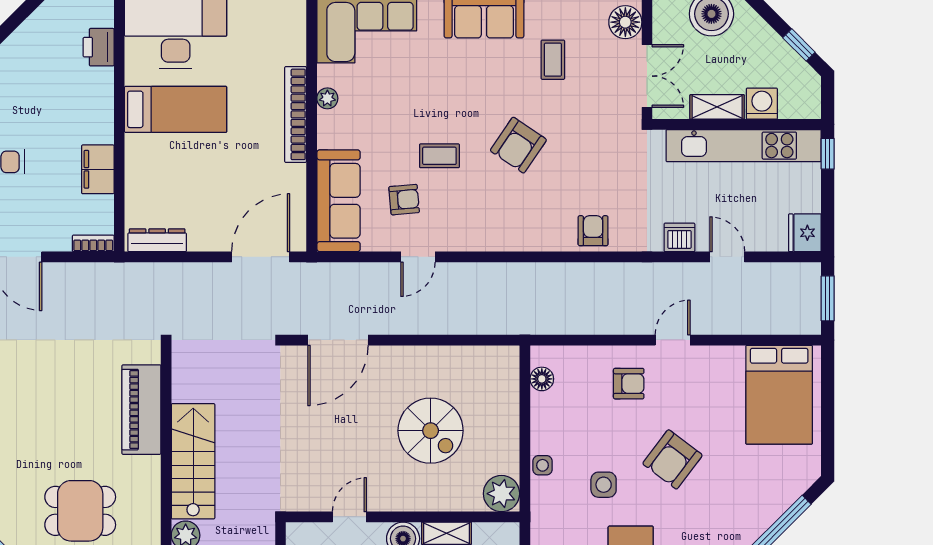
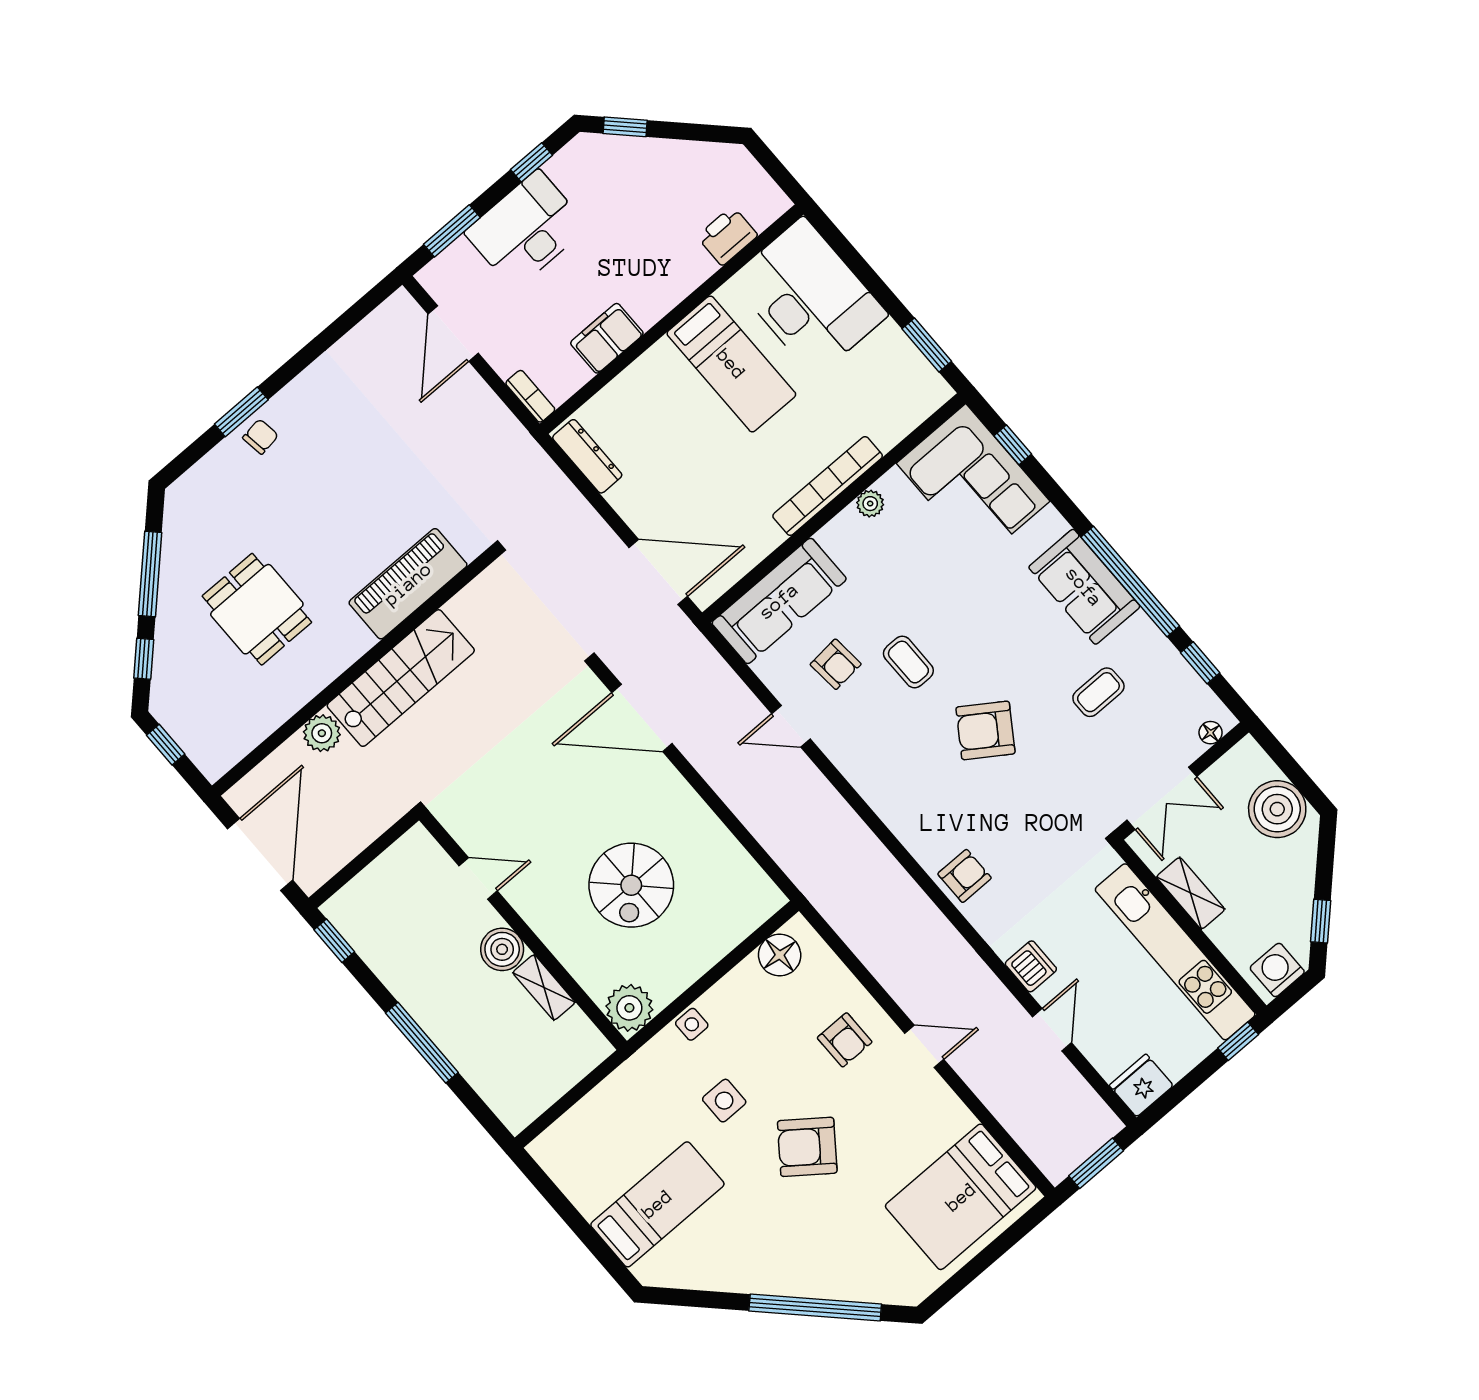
floor lamp: (625, 22) -> (1211, 733), width x0.53, depth x0.53
washing machine: (762, 104) -> (1277, 970), moved, turned -90
floor lamp: (542, 379) -> (780, 955), width x1.38, depth x1.38

